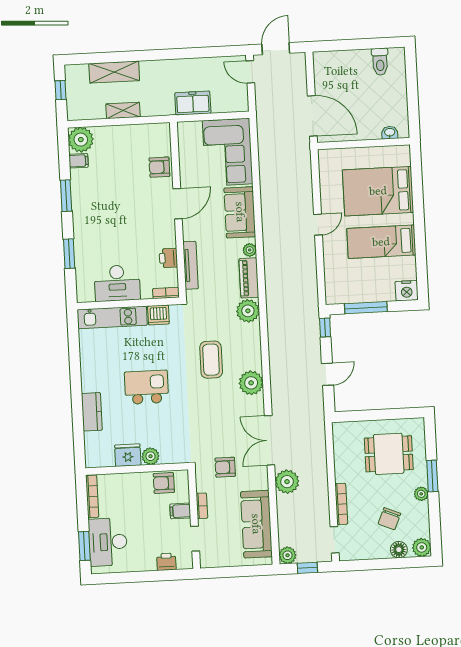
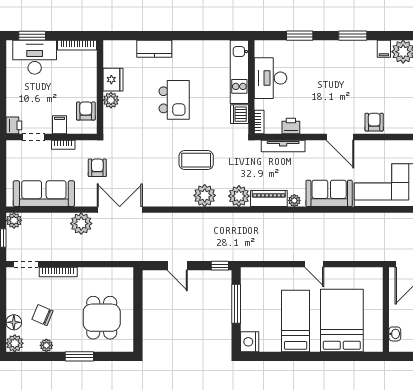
plant: (251, 383) -> (205, 195), moved
plant: (421, 494) -> (46, 345), moved
printer: (166, 562) -> (14, 125), moved

